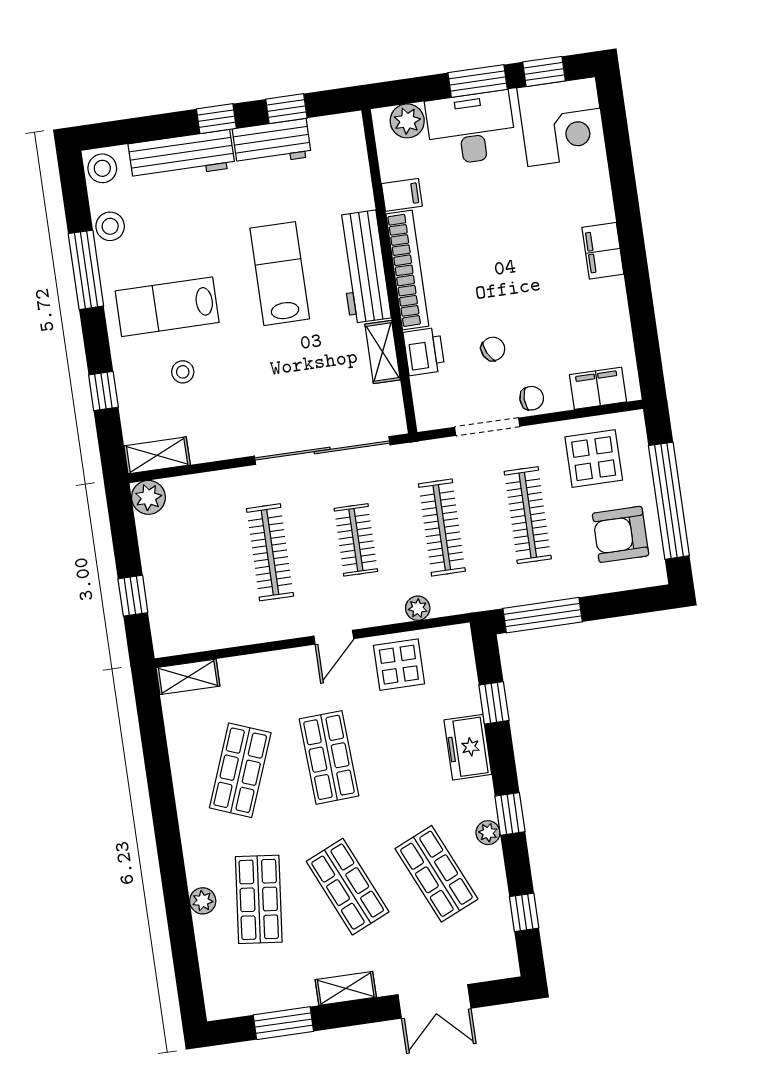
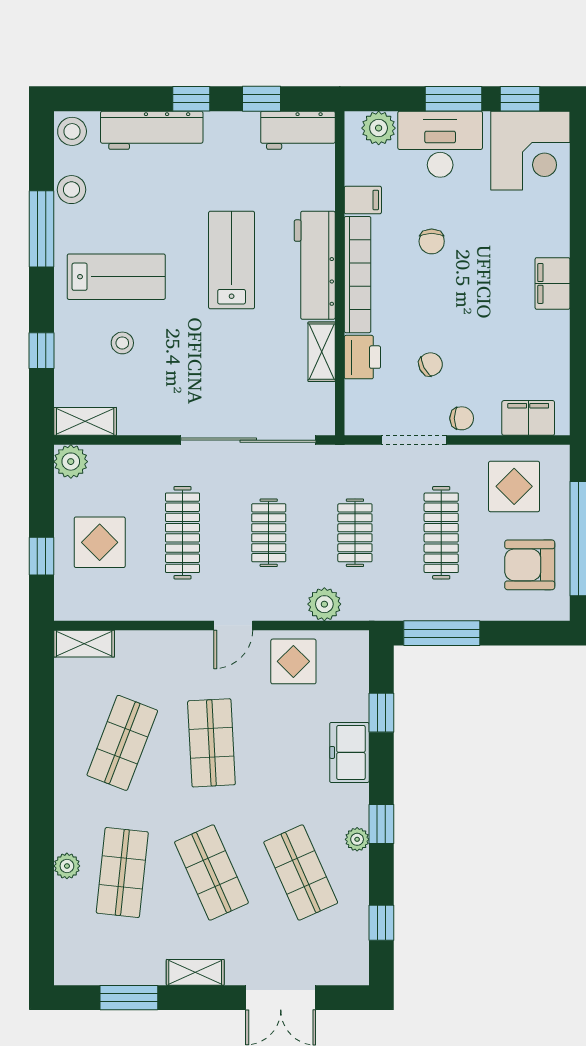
workbench: (272, 143) -> (298, 130), moved
chair: (476, 226) -> (432, 241), added
lab bench: (167, 307) -> (116, 277), turned 180
clothes rail: (442, 528) -> (355, 533), width x0.73
display table: (189, 574) -> (100, 542), added
plant: (418, 608) -> (324, 604), width x1.38, depth x1.38

